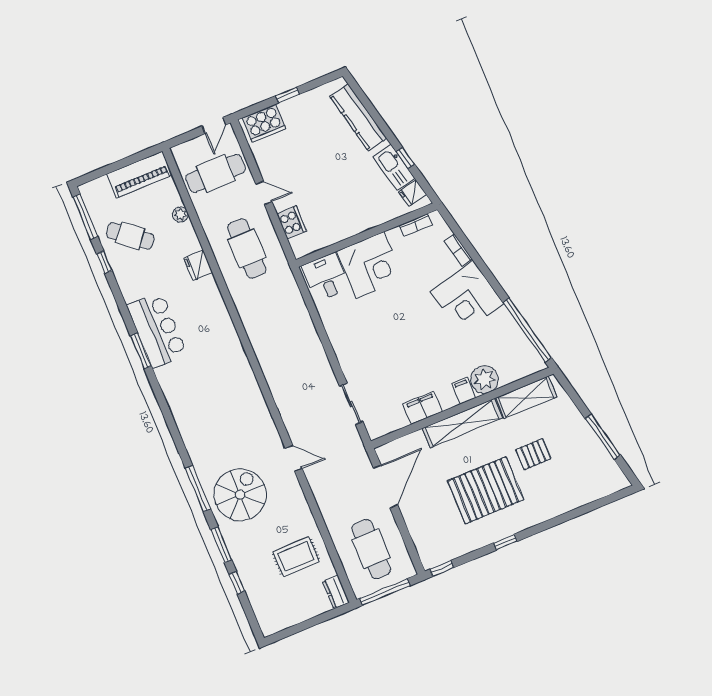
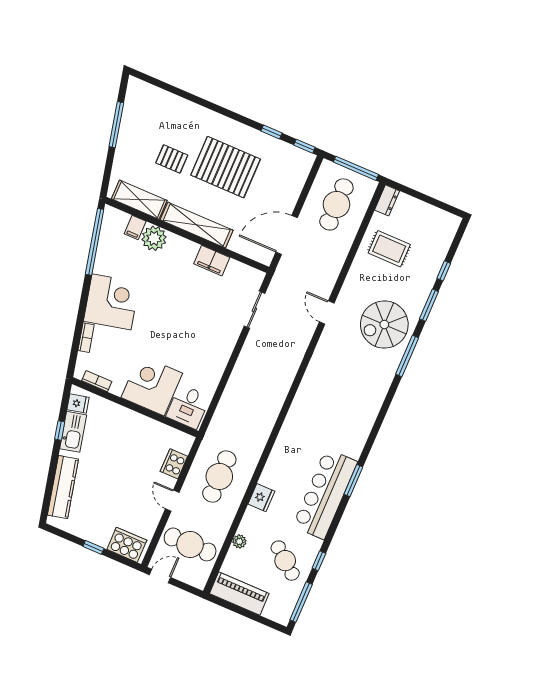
bar counter: (157, 330) -> (325, 494), width x1.36
filing cabinet: (464, 391) -> (135, 228), moved
window: (505, 542) -> (271, 132), moved

